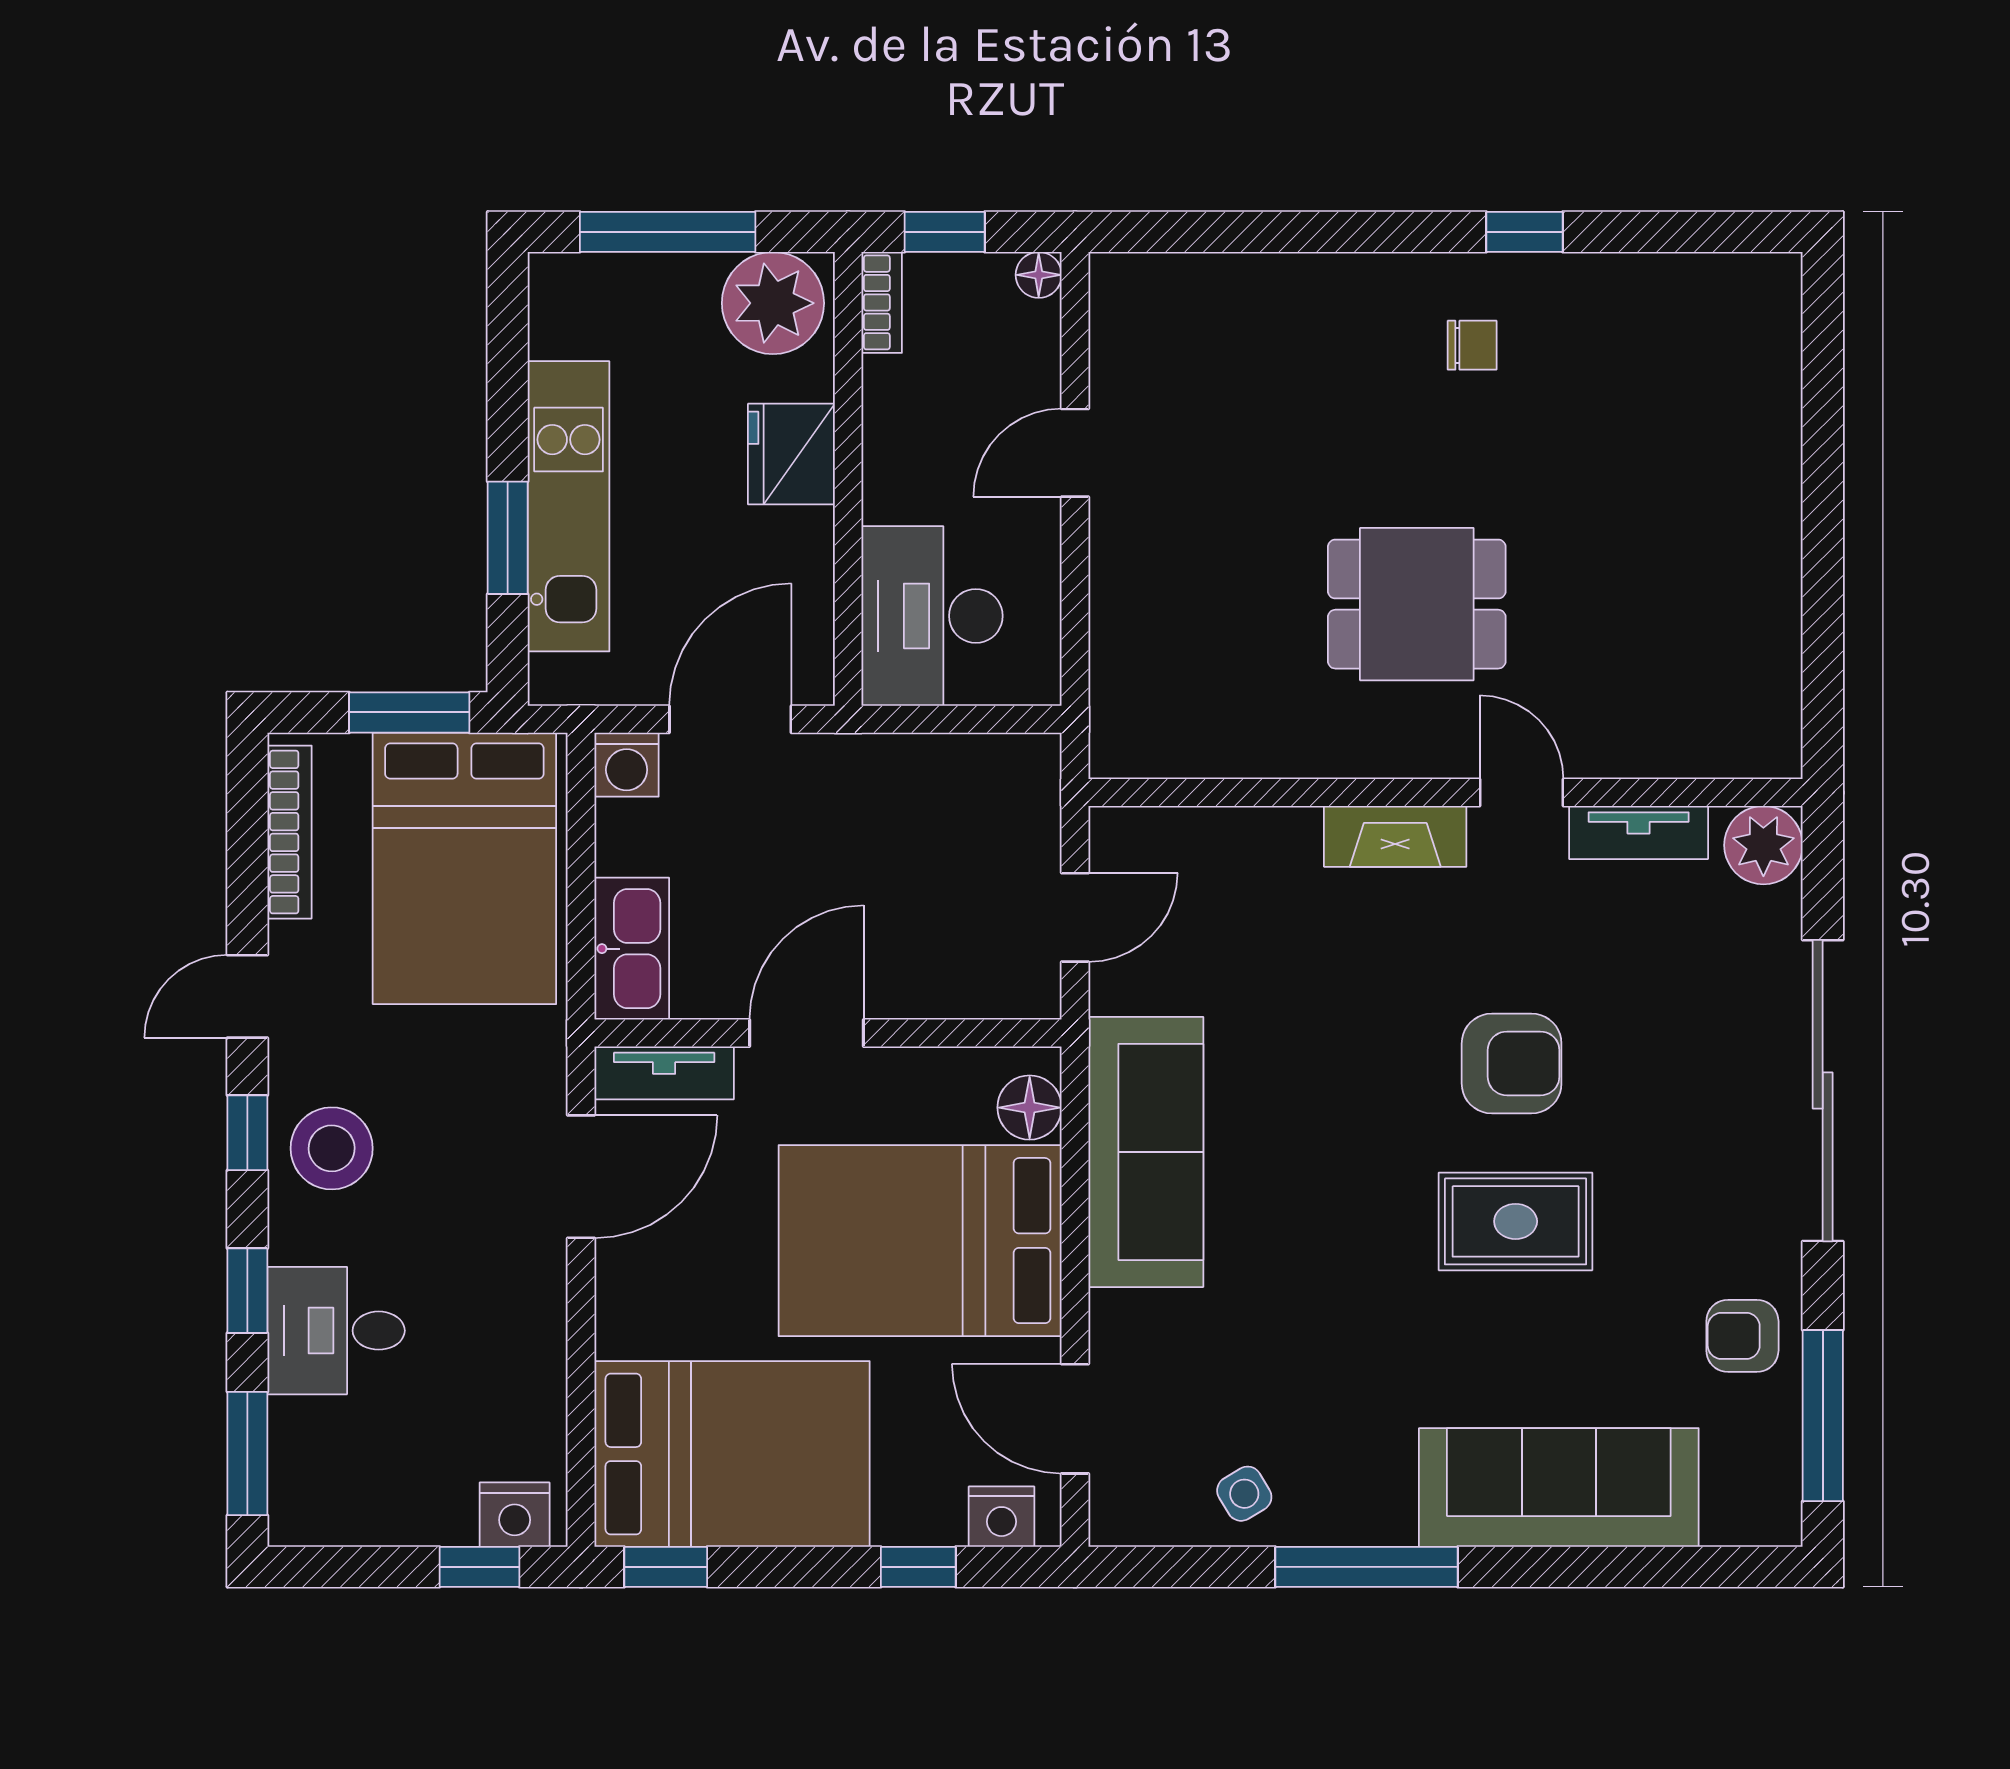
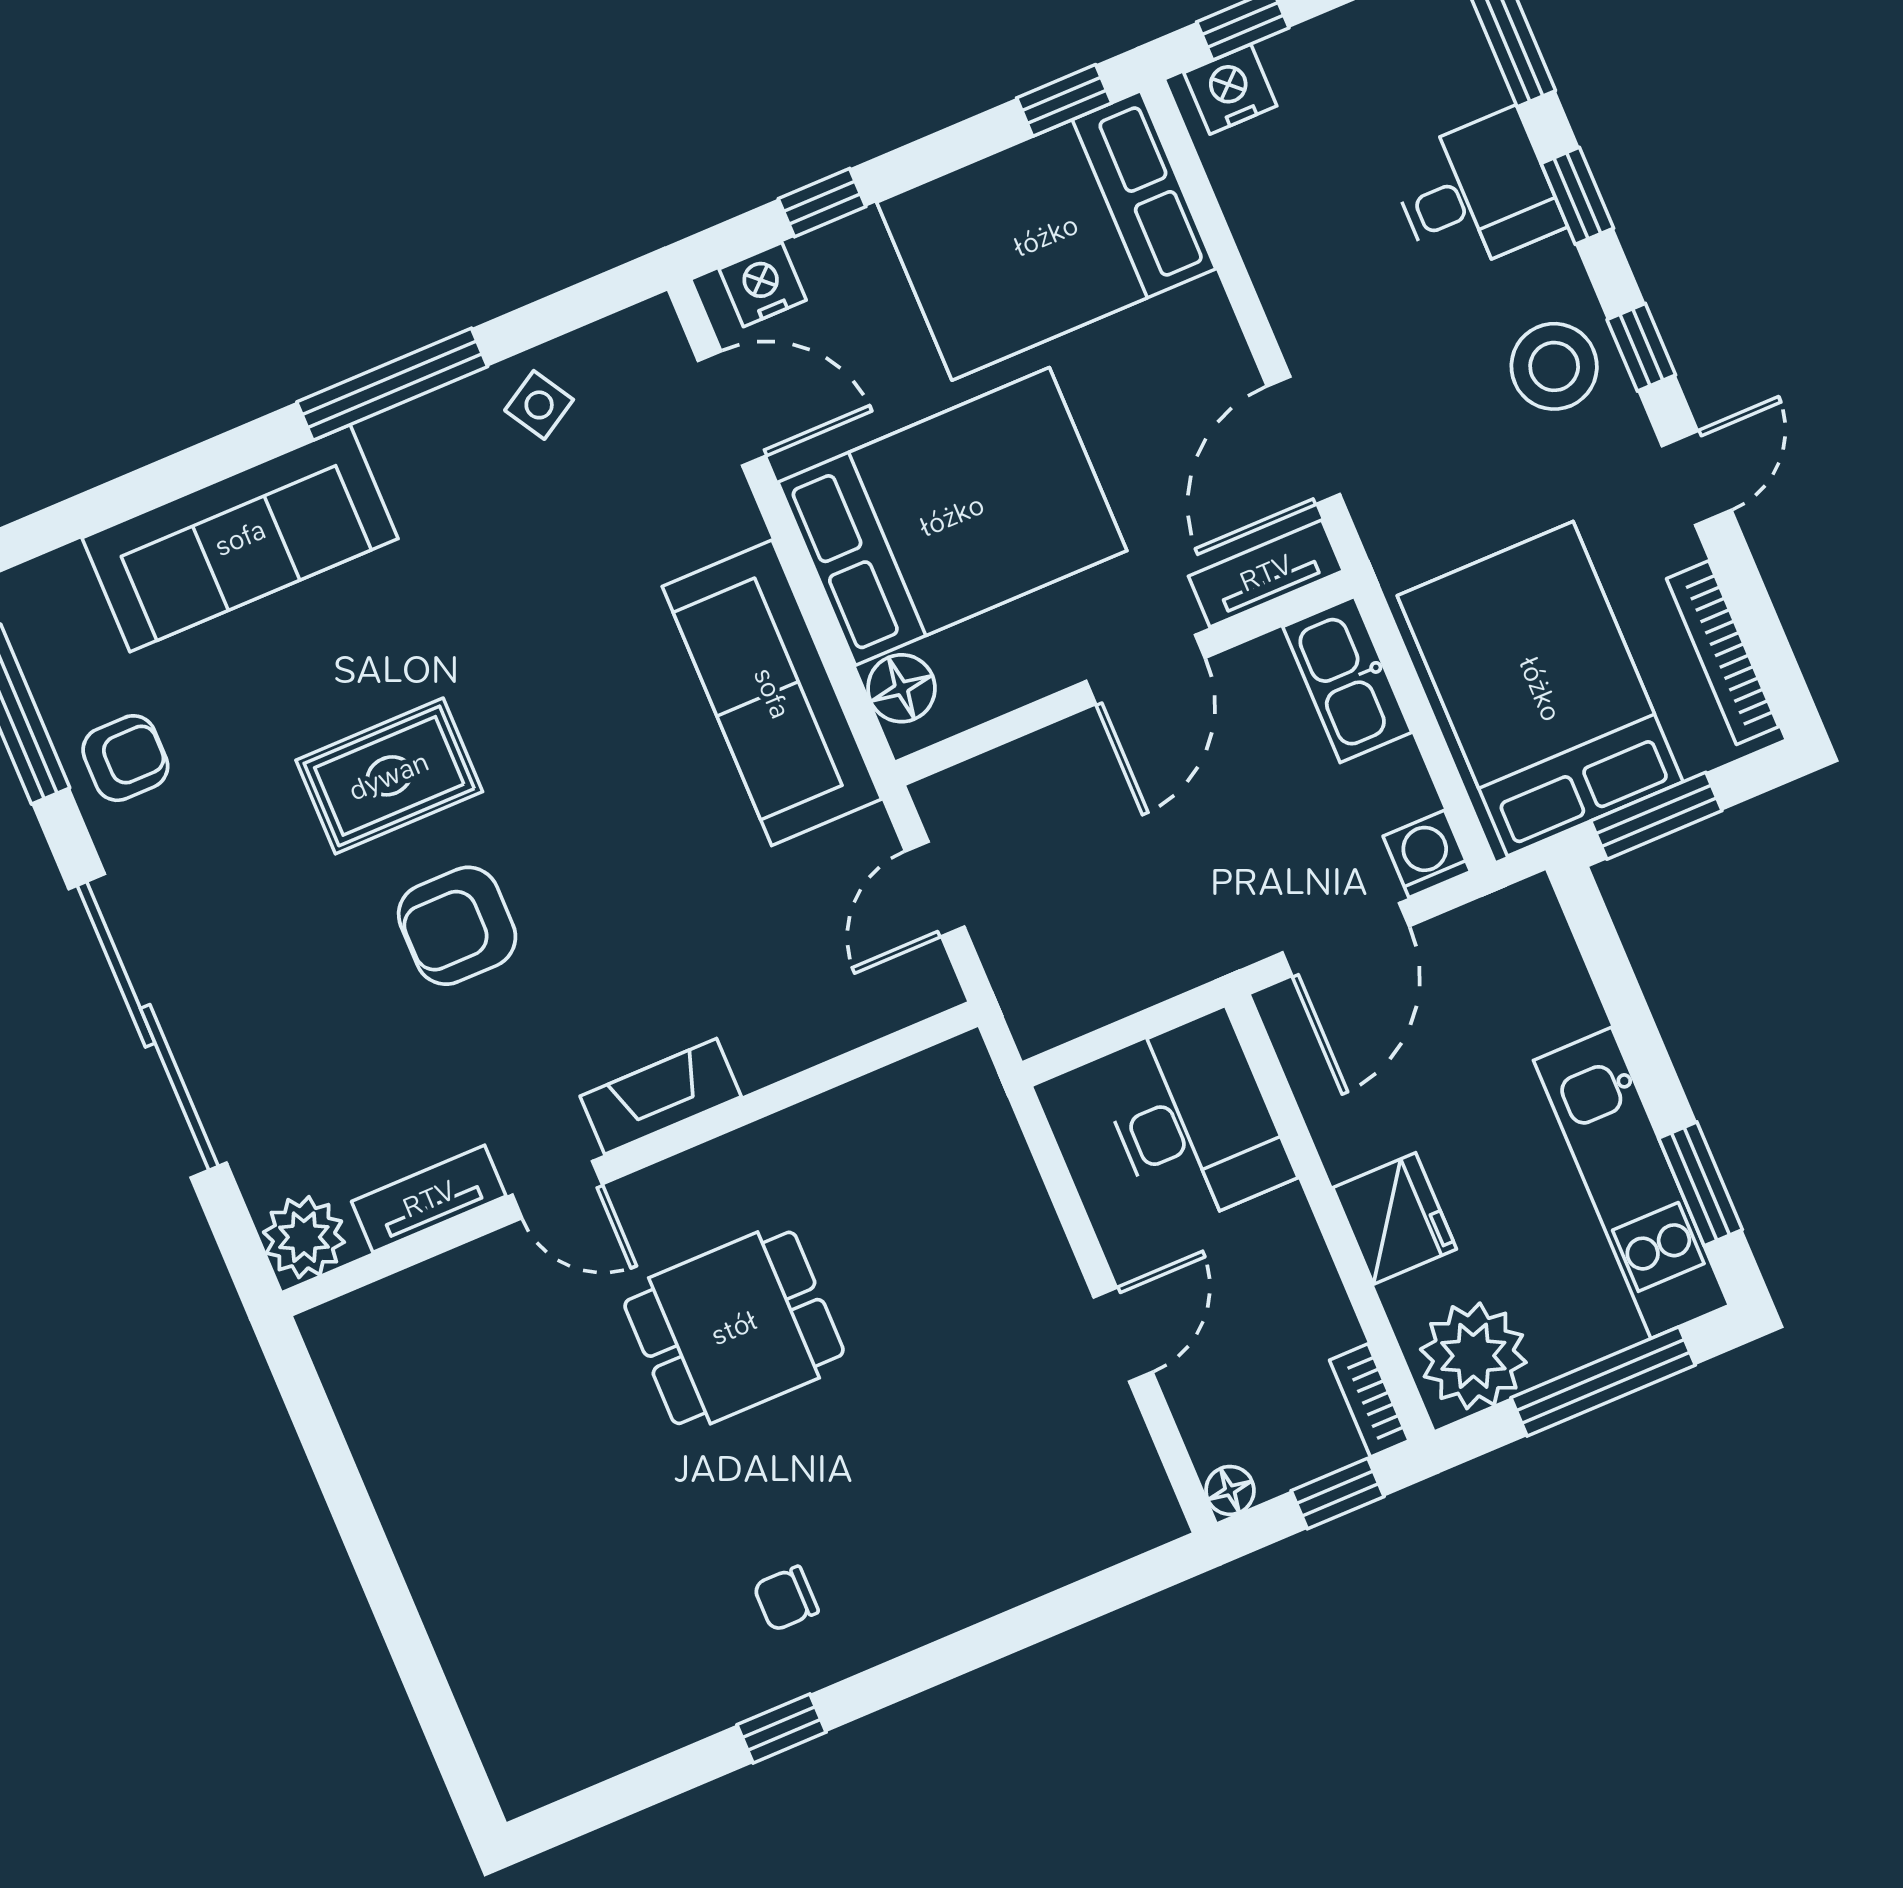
kitchen unit: (569, 506) -> (1631, 1183), moved
window: (508, 538) -> (1701, 1184), moved

